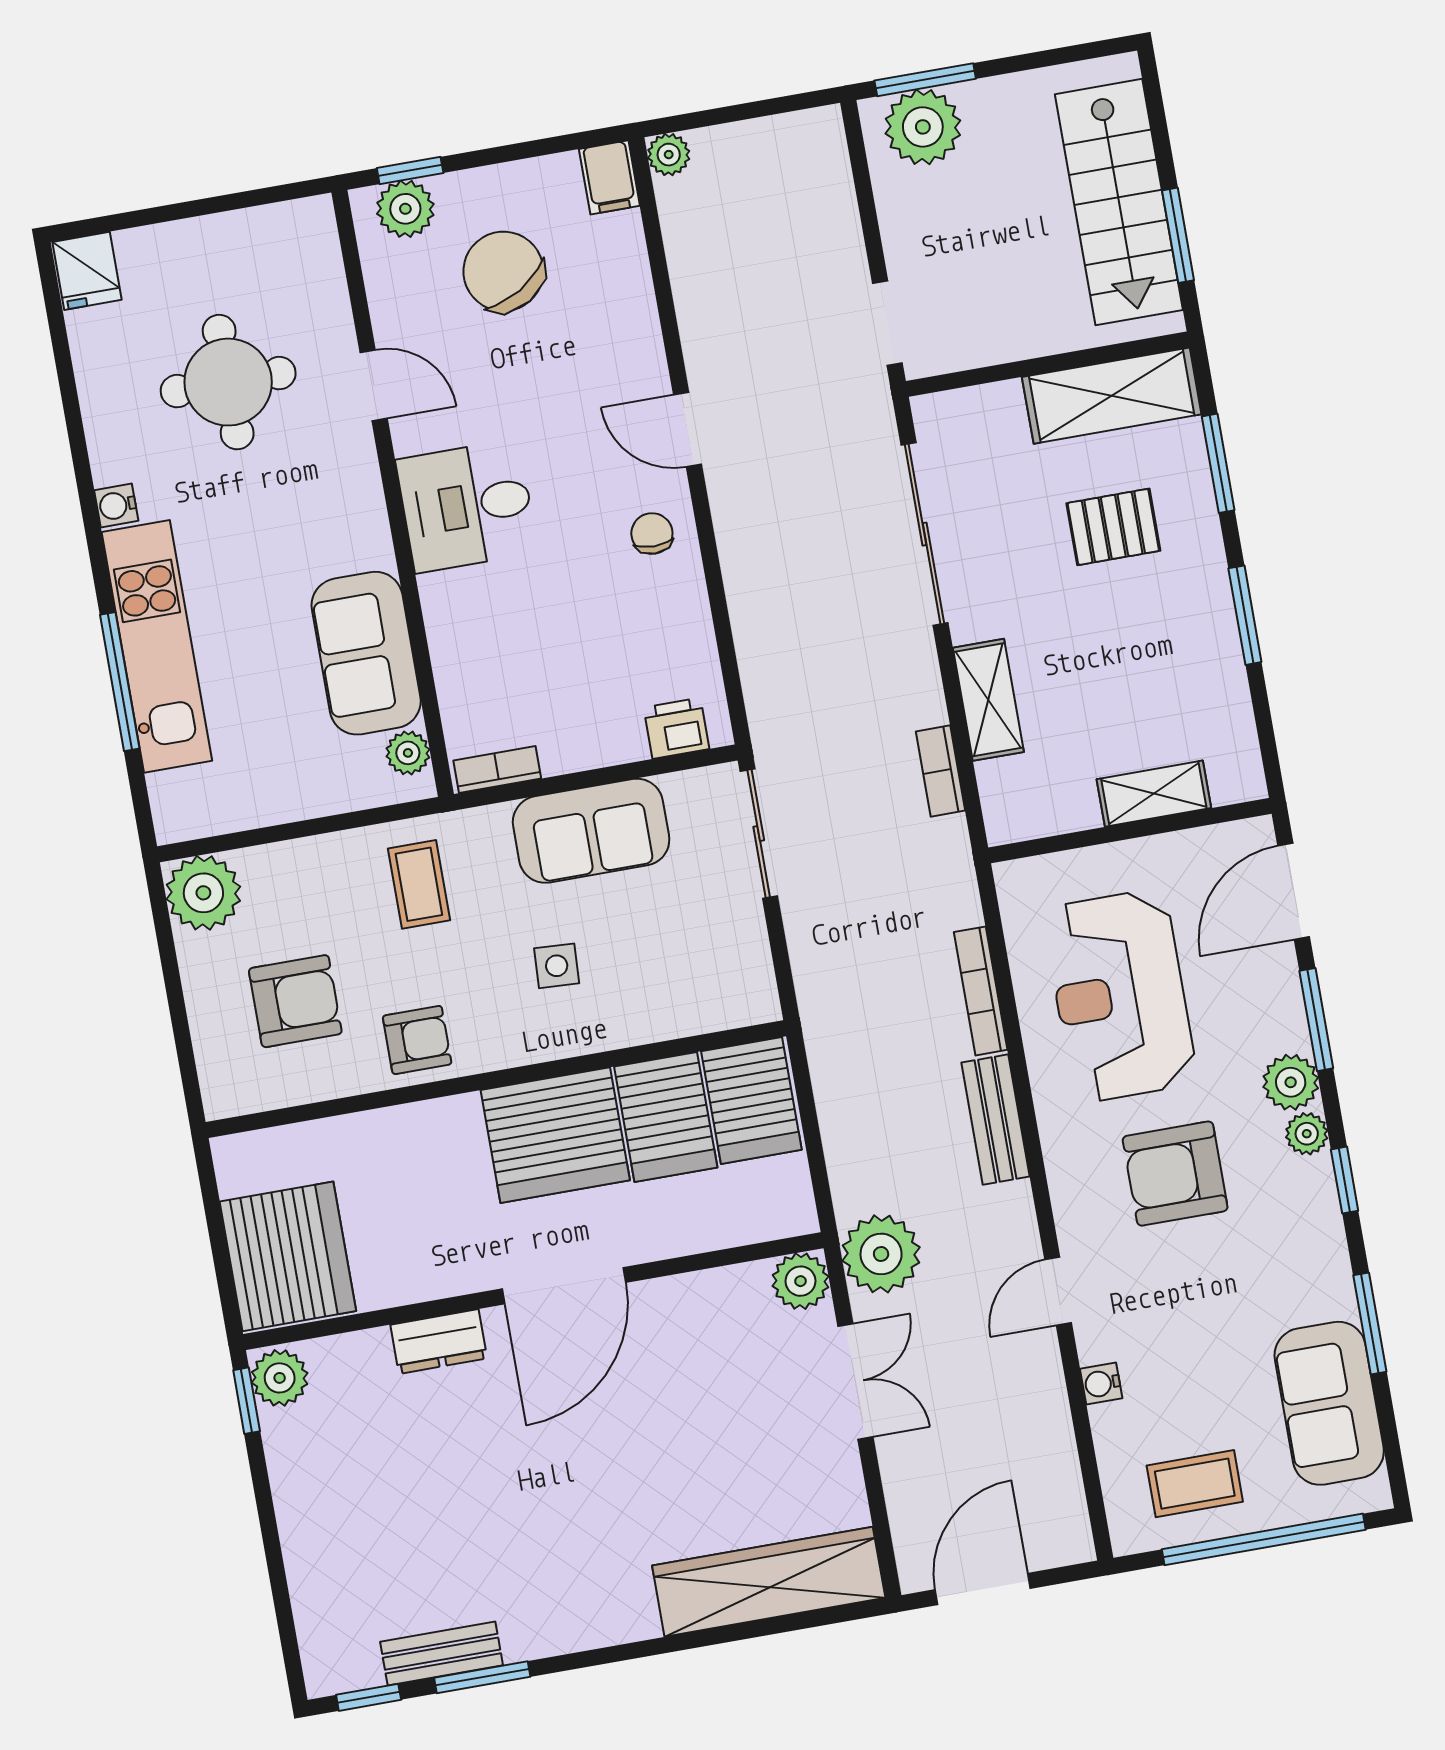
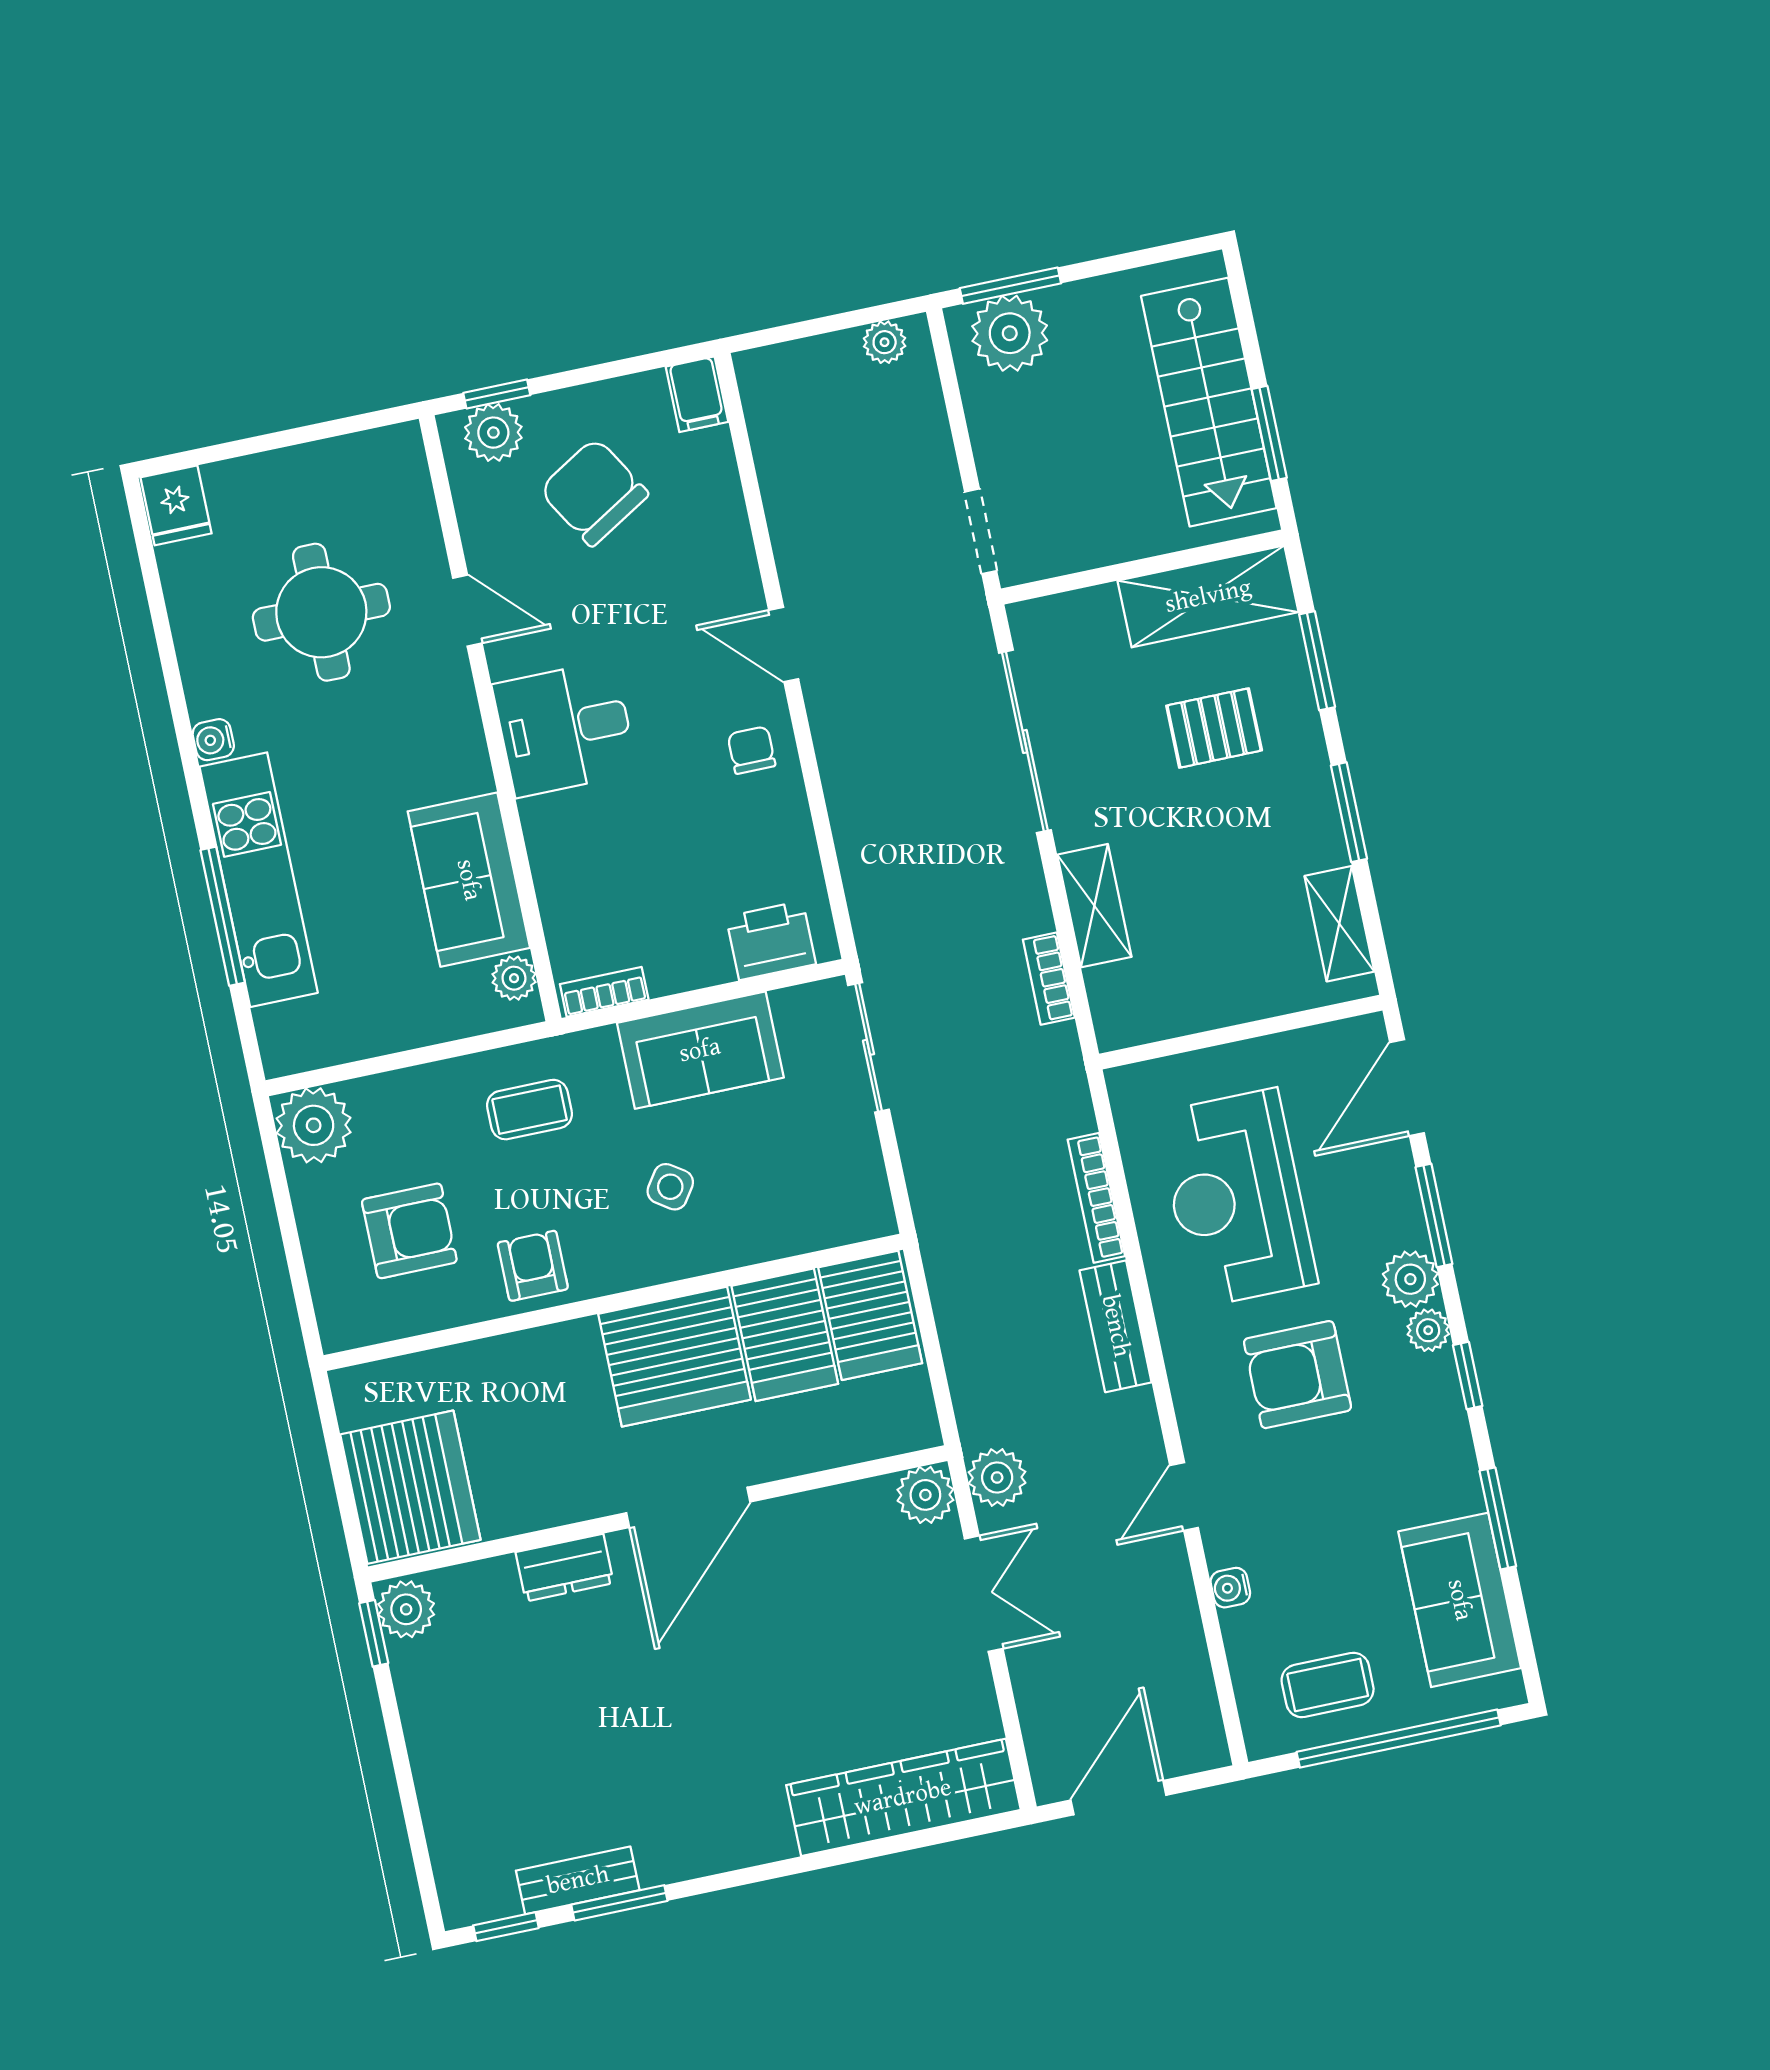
plant: (669, 155) -> (885, 342), moved
printer: (676, 728) -> (771, 940), width x1.36, depth x1.24
shelving: (1154, 794) -> (1339, 924), moved, turned 90
coffee table: (419, 884) -> (530, 1110), turned 90
side table: (557, 966) -> (670, 1187), turned 31
armchair: (417, 1040) -> (533, 1266), turned -90
plant: (881, 1254) -> (997, 1477), width x0.73, depth x0.73

